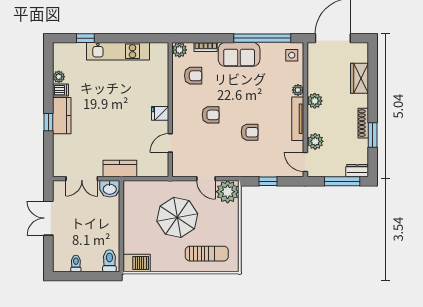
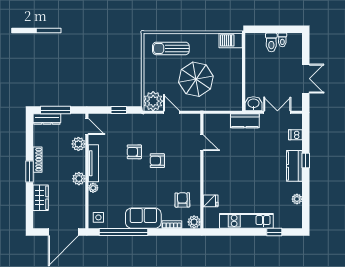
armchair: (193, 76) -> (182, 200), turned 89
dishwasher: (61, 90) -> (295, 135), moved
fridge: (160, 113) -> (211, 201), moved
armchair: (211, 115) -> (157, 161), moved
window: (373, 135) -> (30, 171), moved
door: (170, 143) -> (202, 143), hinge flipped
dresser: (357, 171) -> (47, 119), width x1.44
toilet: (109, 261) -> (271, 42), moved

